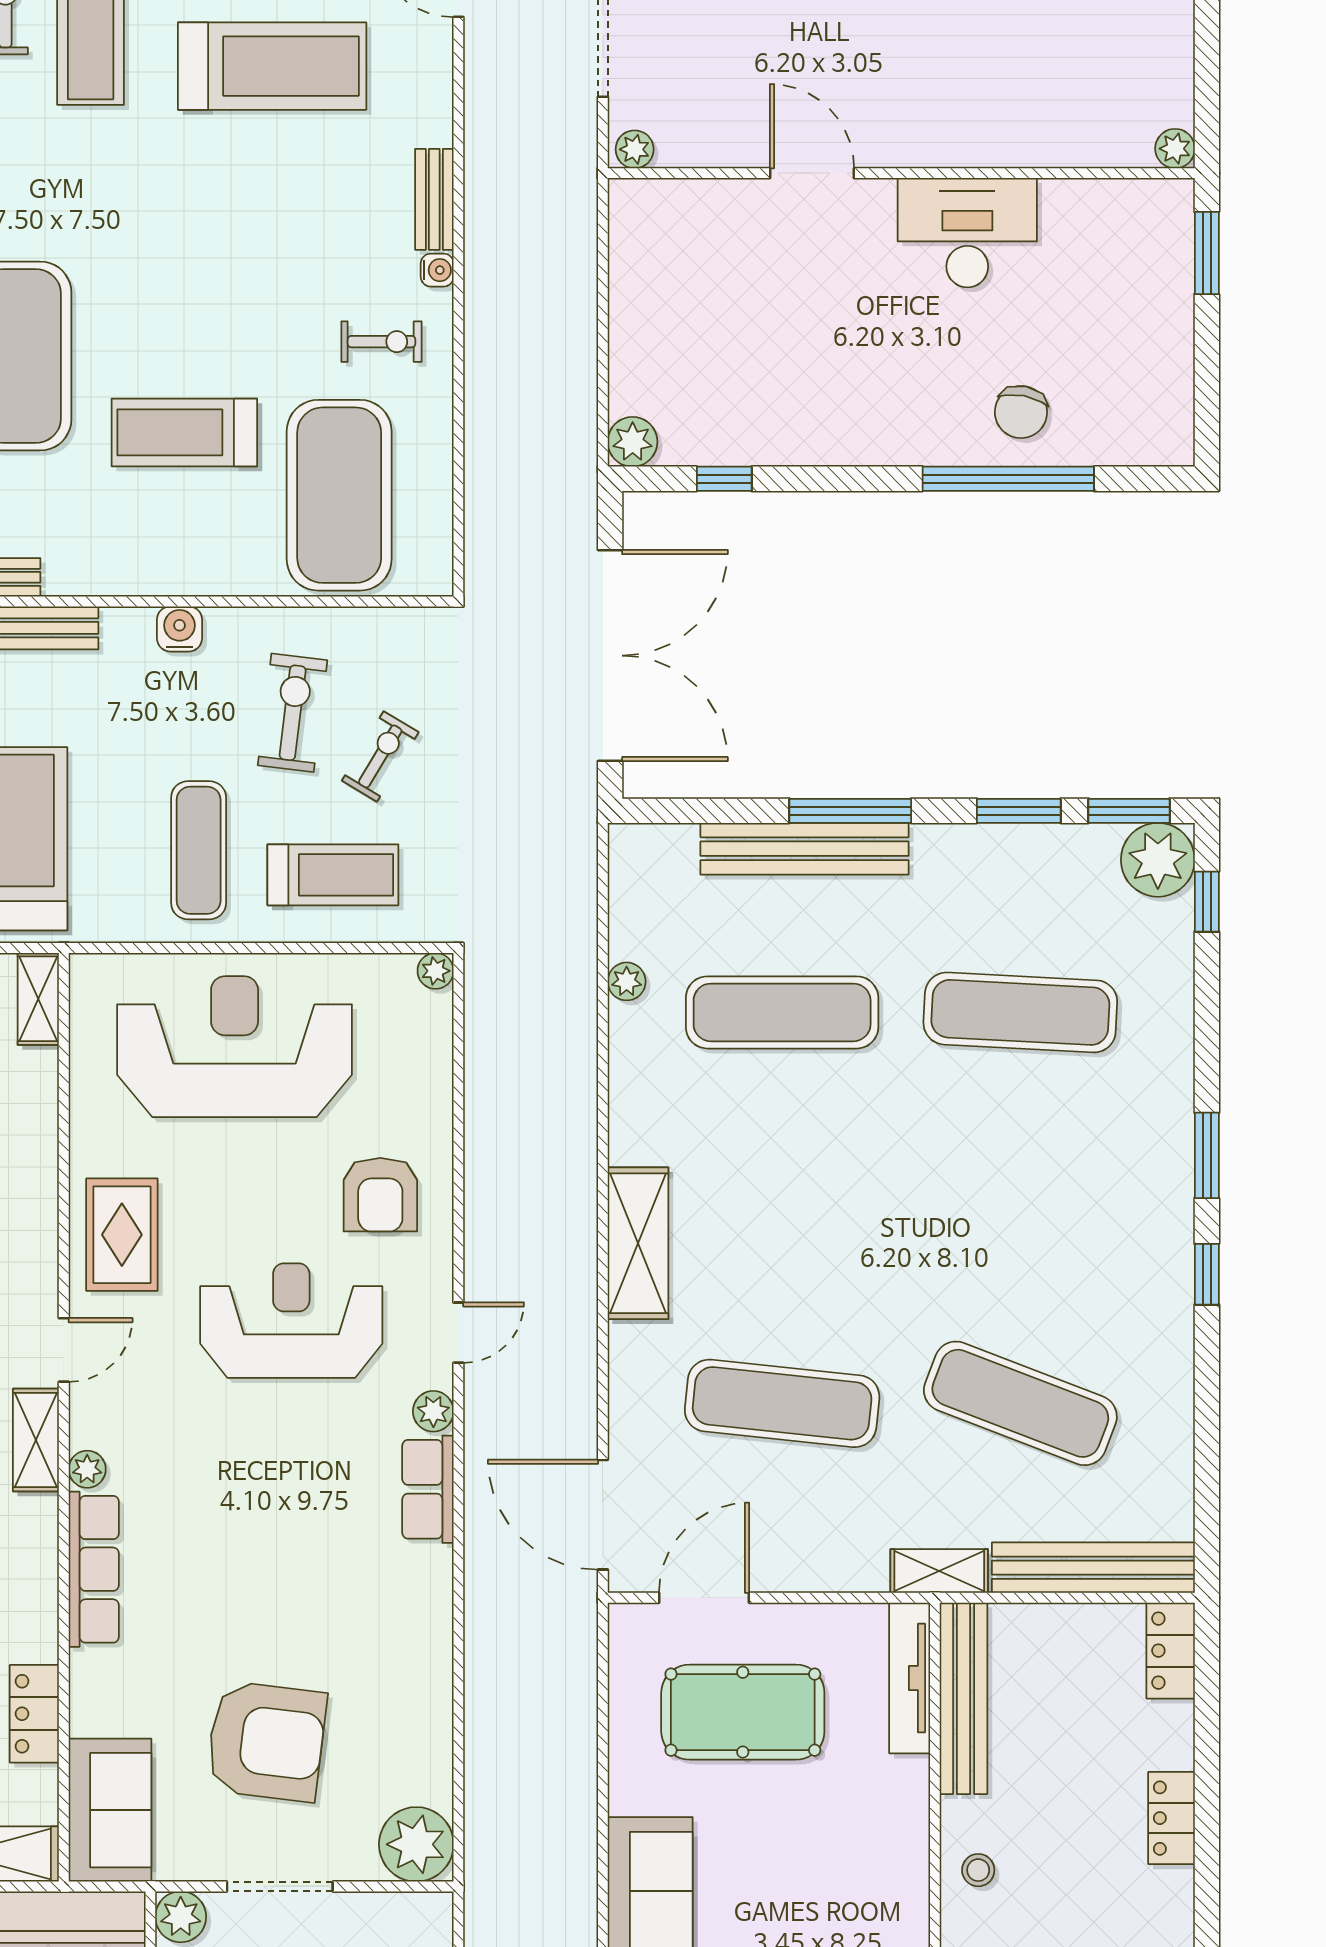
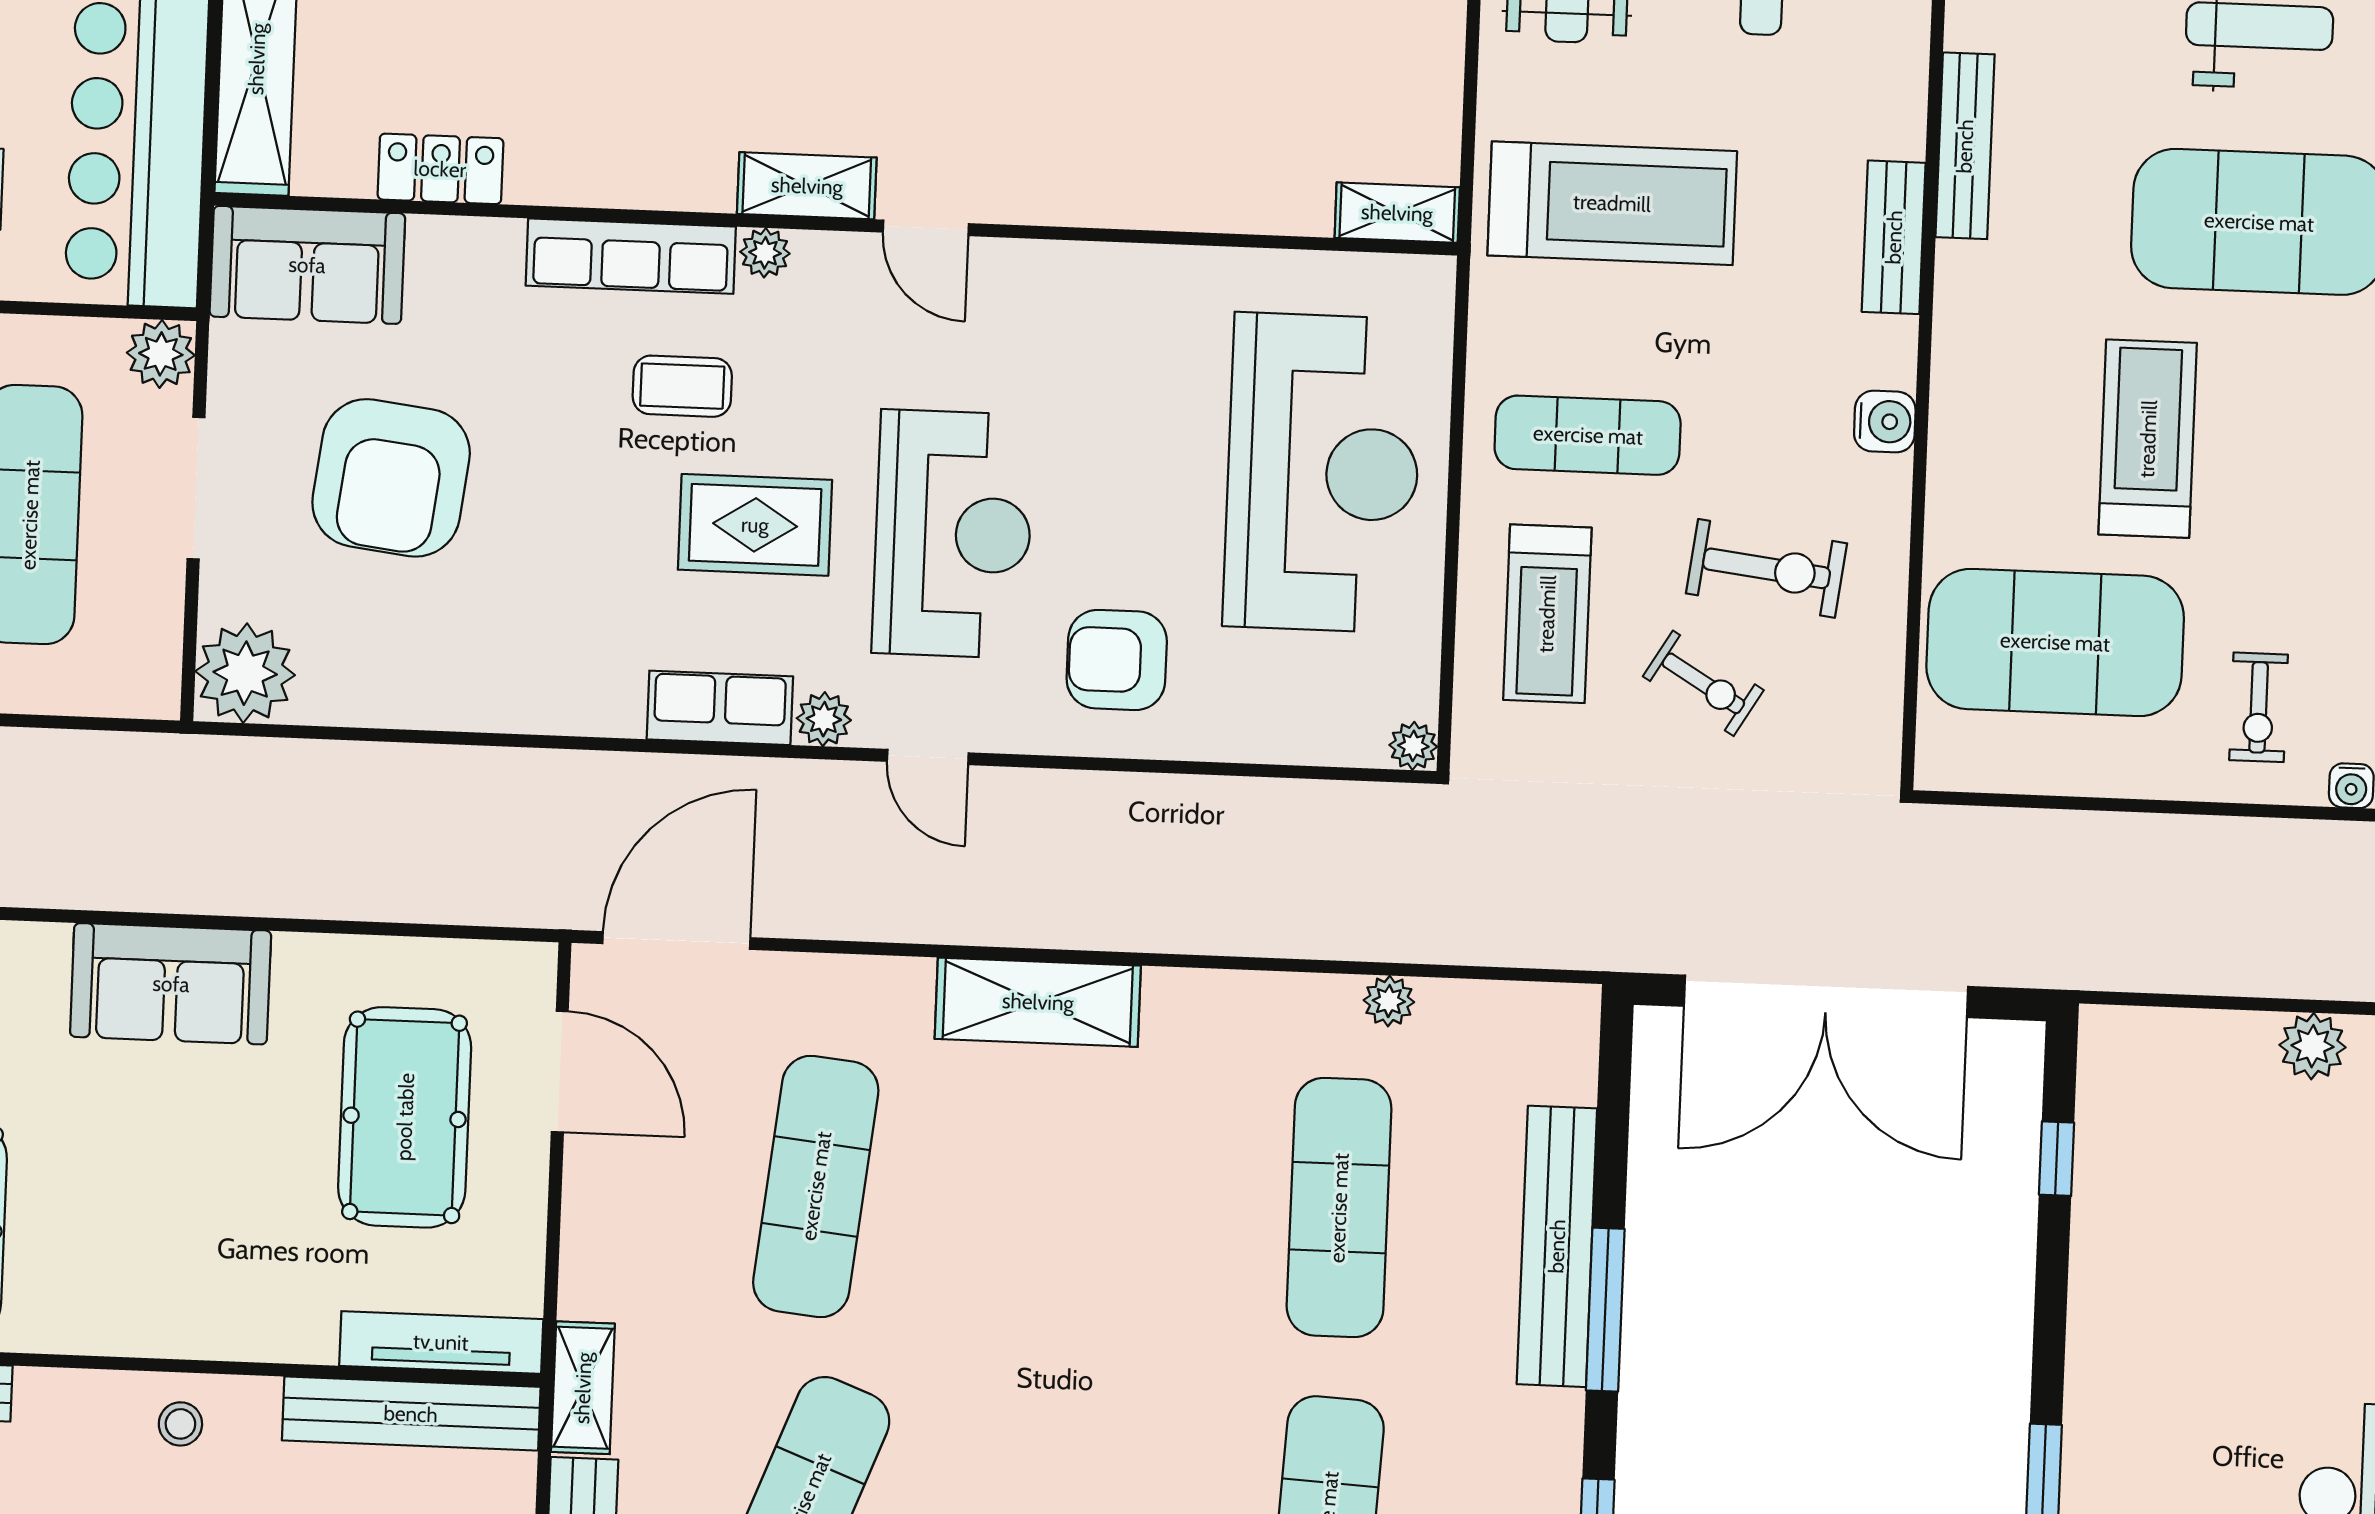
plant: (633, 442) -> (2313, 1046), moved
rug: (122, 1235) -> (755, 525), moved
coffee table: (189, 1527) -> (682, 386), added

